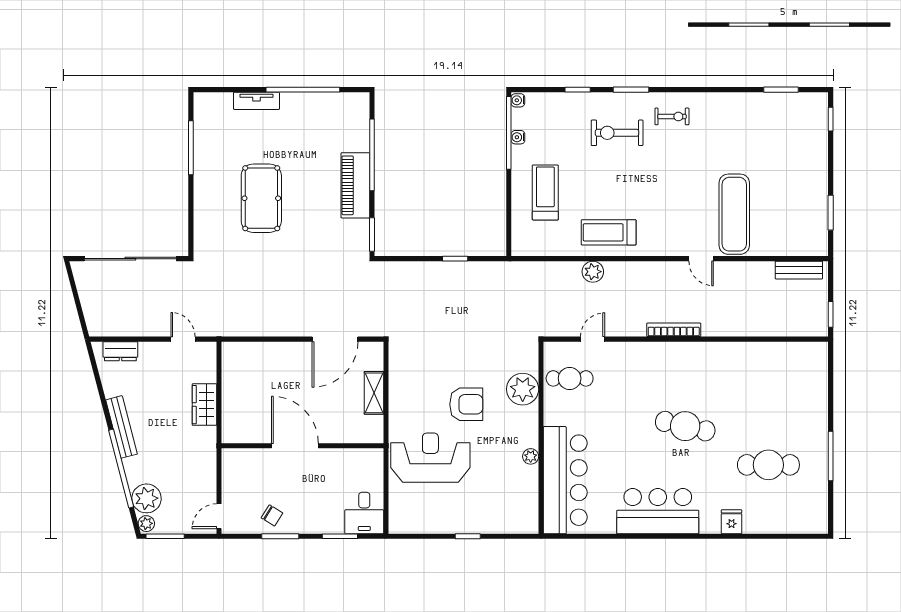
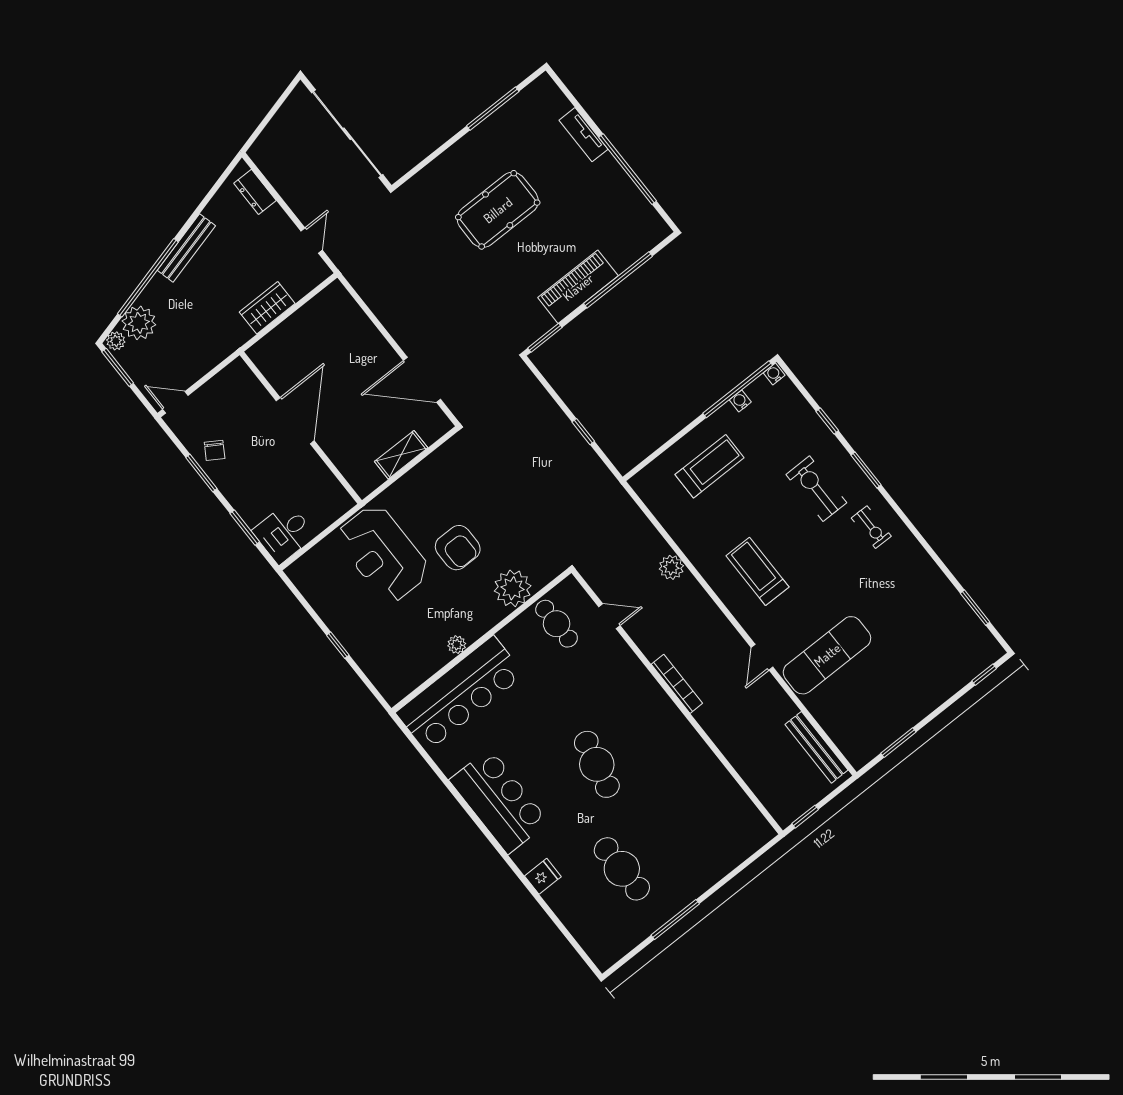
treadmill: (609, 232) -> (757, 571), moved
bench: (799, 270) -> (816, 747), width x1.36
reception desk: (430, 458) -> (383, 554), turned 180

